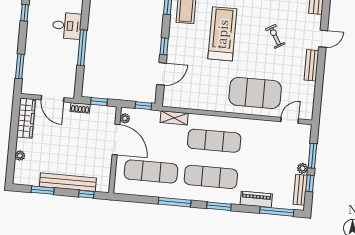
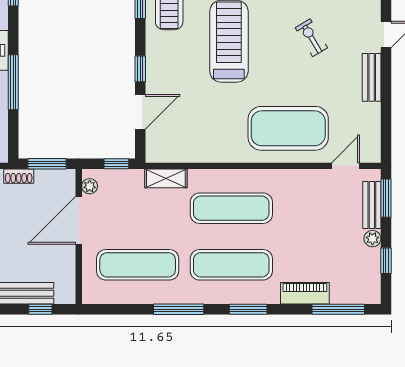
window: (99, 102) -> (47, 164), width x1.50
door: (116, 140) -> (79, 220), swing flipped
window: (312, 156) -> (386, 198), moved
bench: (300, 190) -> (372, 205), moved

